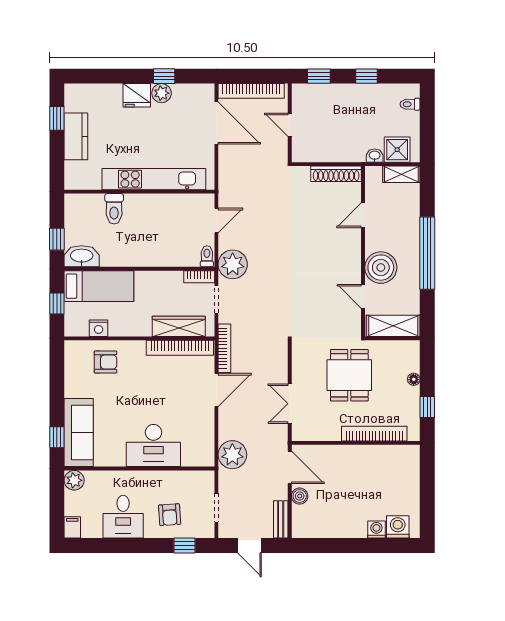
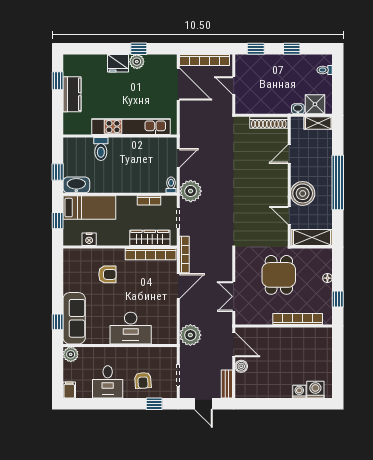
bookcase: (199, 277) -> (149, 200), moved
armchair: (106, 362) -> (107, 274), moved

